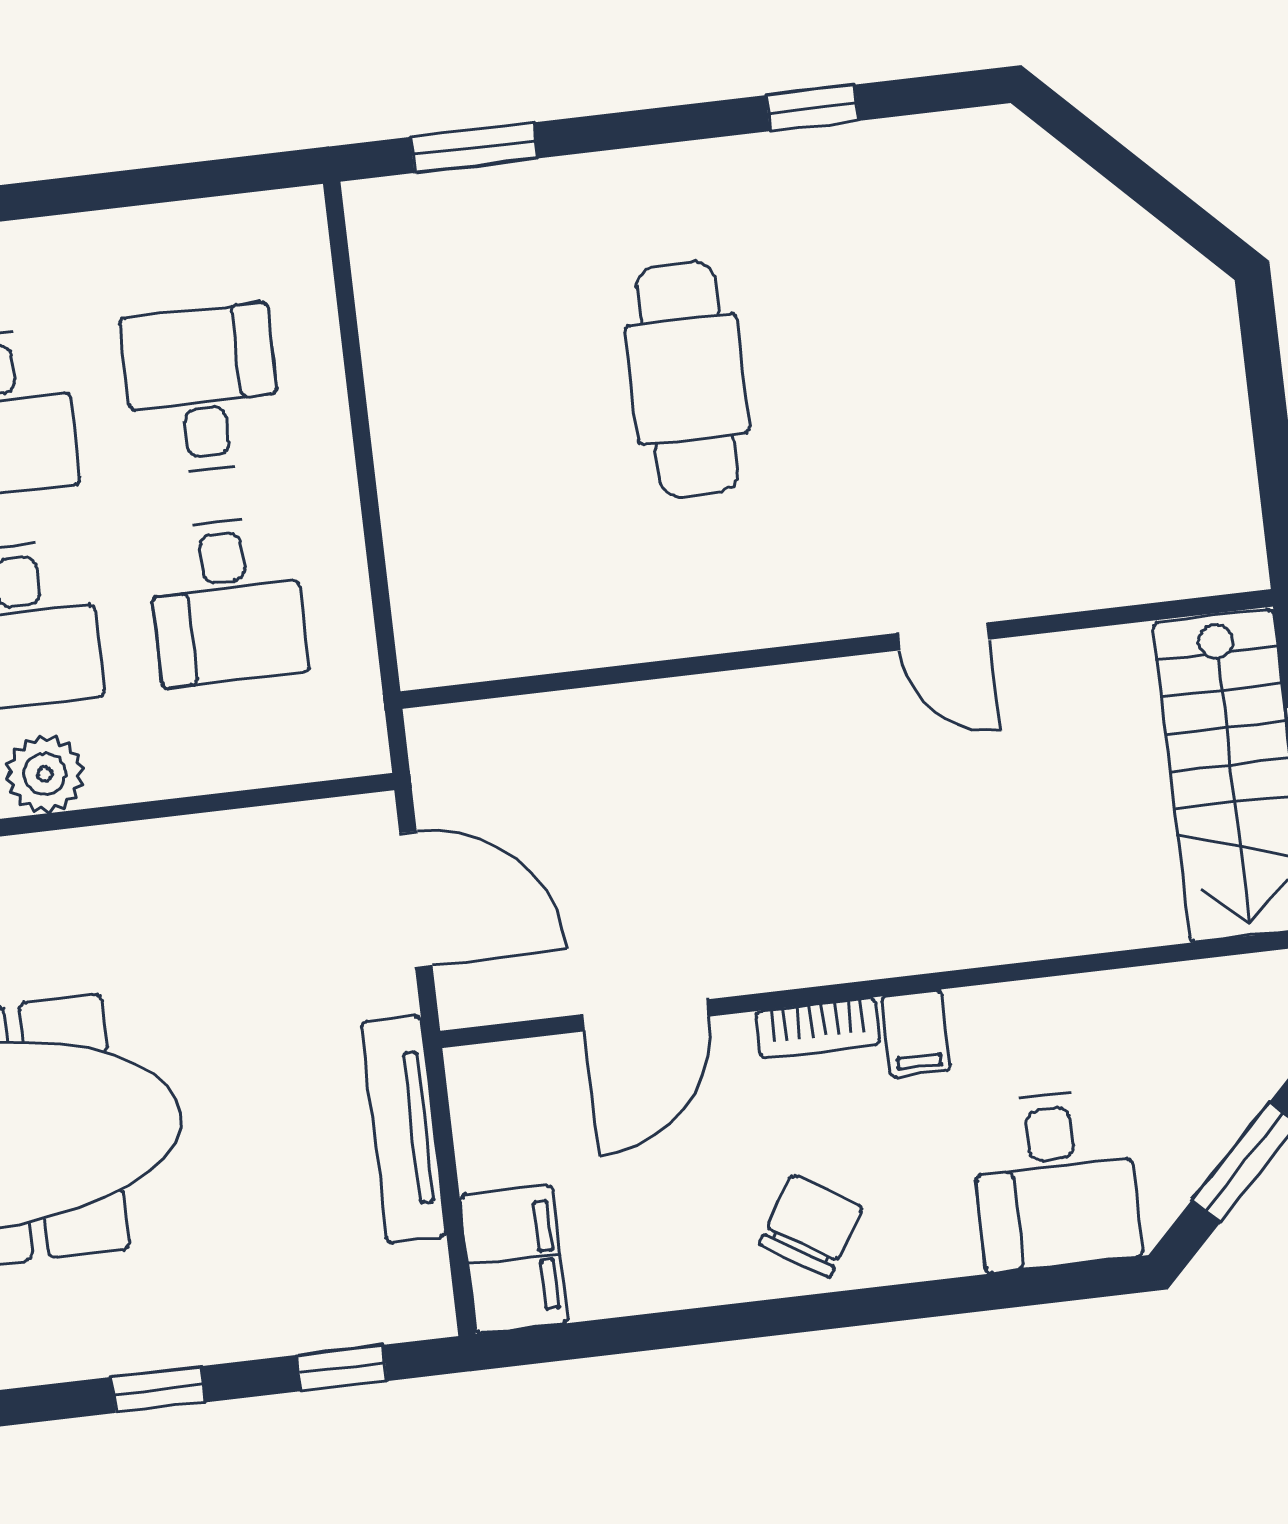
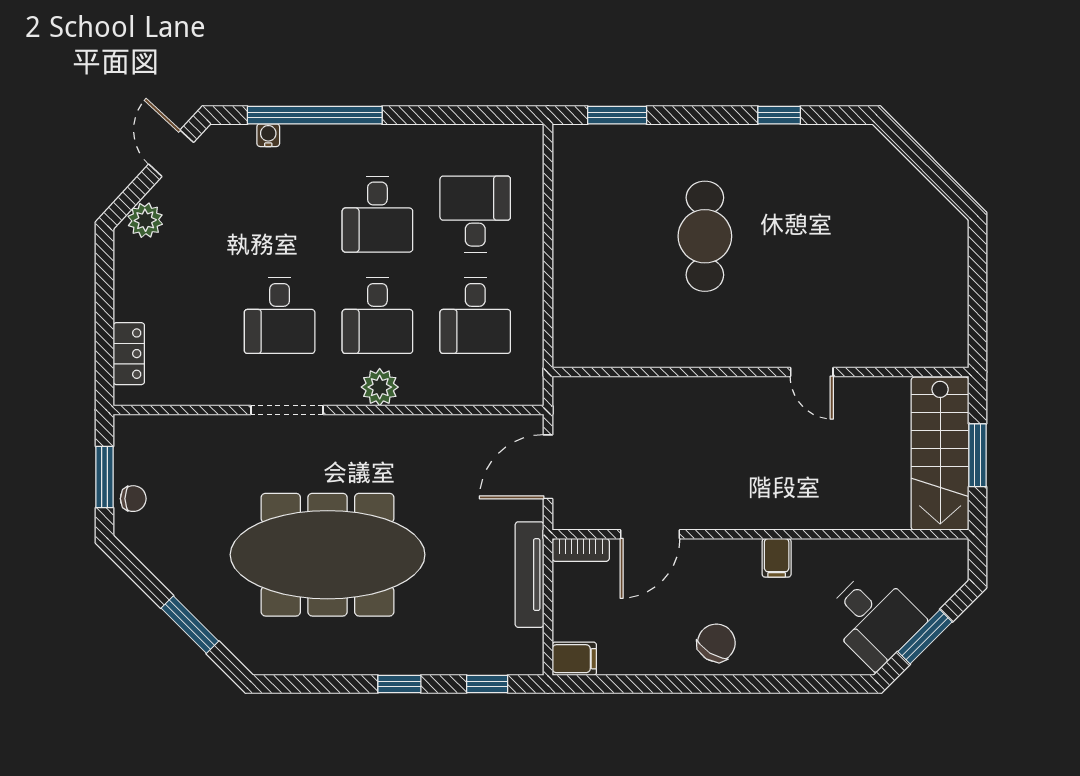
door: (416, 899) -> (548, 467), swing flipped
bookcase: (818, 1028) -> (581, 550), moved
desk: (1055, 1180) -> (874, 618), moved, turned -45
filing cabinet: (514, 1259) -> (574, 659), width x0.50

